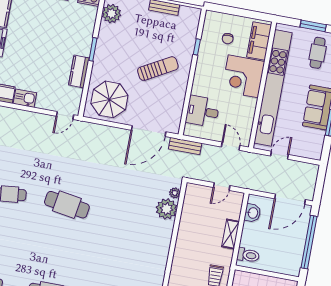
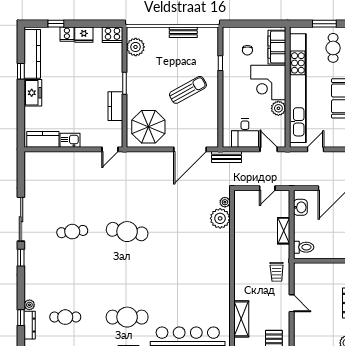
plant: (249, 105) -> (278, 108), added
desk: (203, 111) -> (245, 133), moved, turned -90

